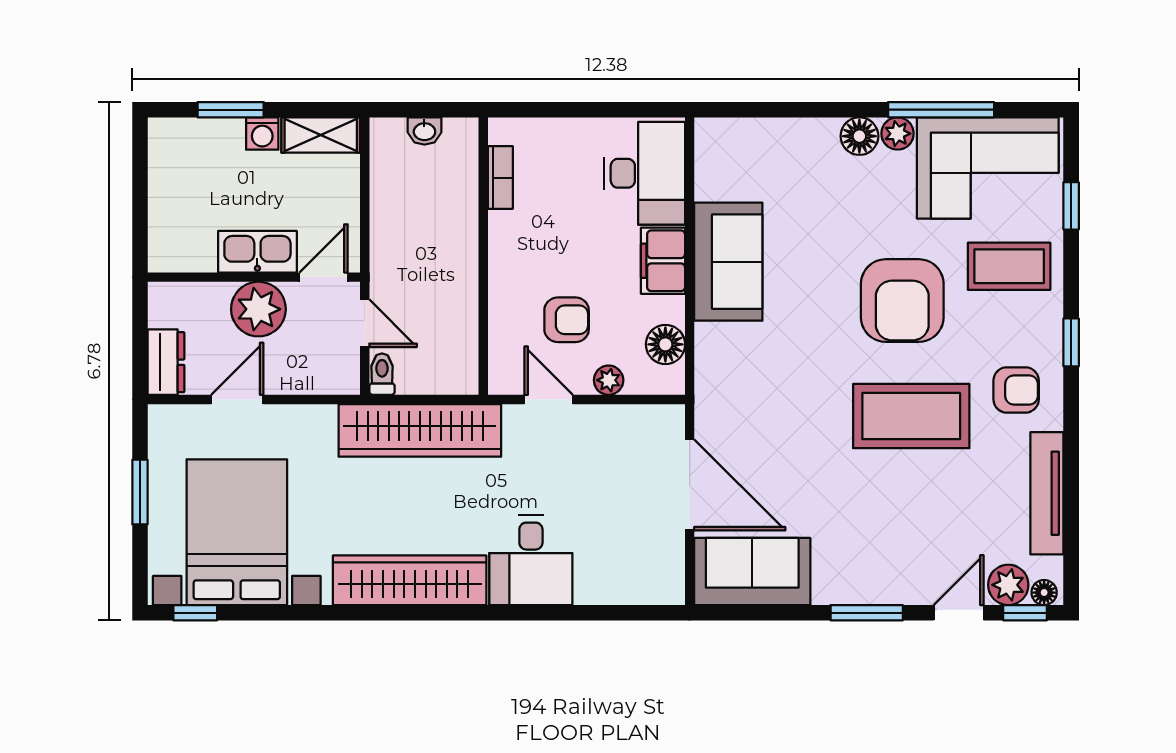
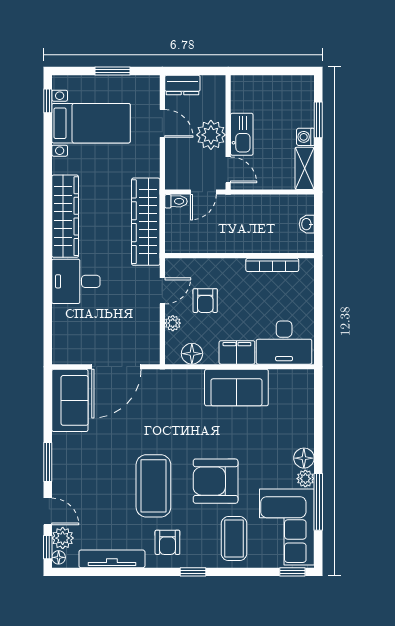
bookcase: (500, 178) -> (272, 265), width x1.56
window: (1071, 206) -> (292, 572), moved
bed with nightstands: (237, 532) -> (91, 123), width x0.73

